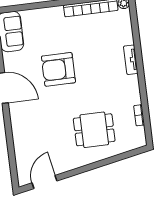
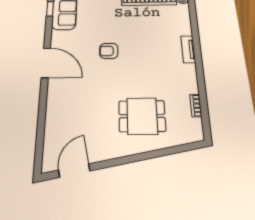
armchair: (58, 69) -> (109, 51), width x0.53, depth x0.53

